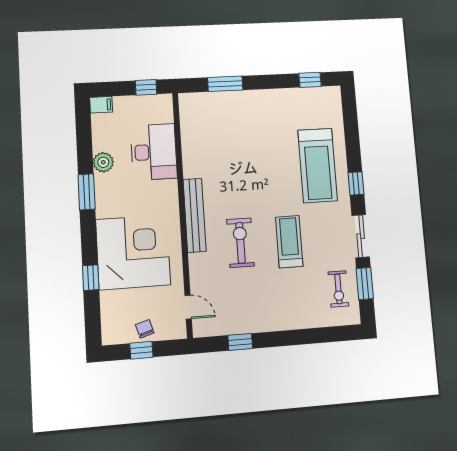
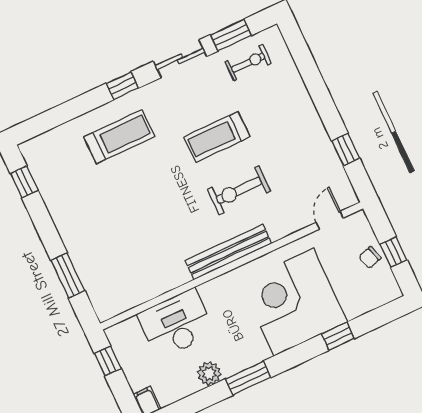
treadmill: (318, 165) -> (119, 137), width x0.73, depth x0.73

